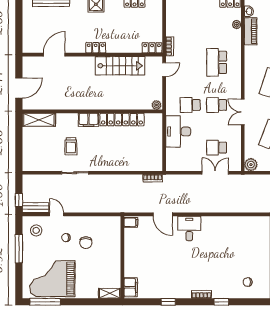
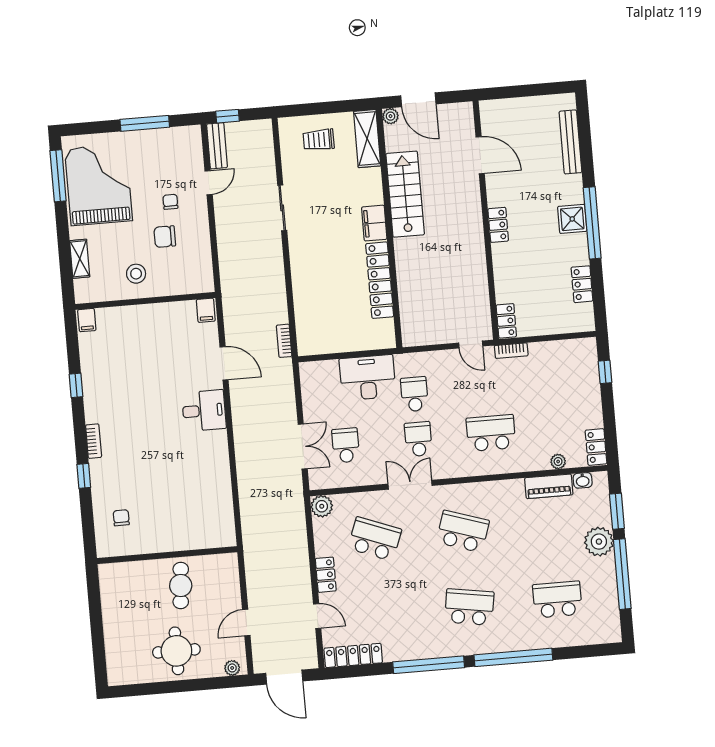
stairs: (120, 66) -> (405, 194), moved, turned 180
plant: (156, 105) -> (390, 116), moved
trolley: (71, 146) -> (319, 140), moved
door: (163, 214) -> (224, 363), swing flipped
stool: (36, 230) -> (136, 274), moved
filing cabinet: (131, 287) -> (87, 320), width x0.50
shelving: (110, 293) -> (80, 259), moved

